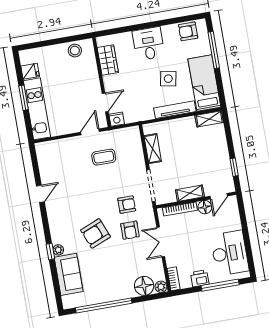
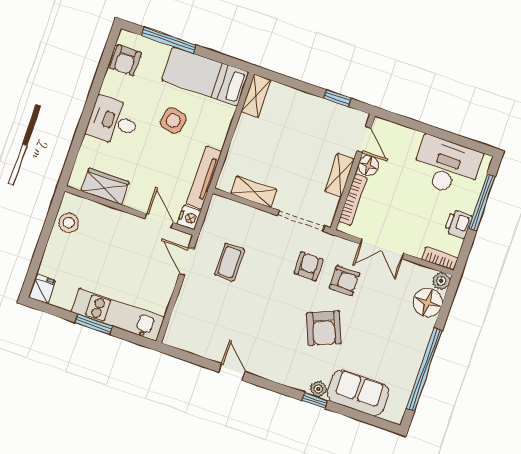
fridge: (30, 71) -> (42, 289), moved
tv unit: (175, 110) -> (204, 178), moved

